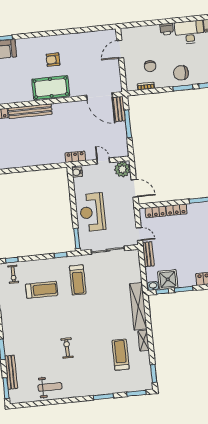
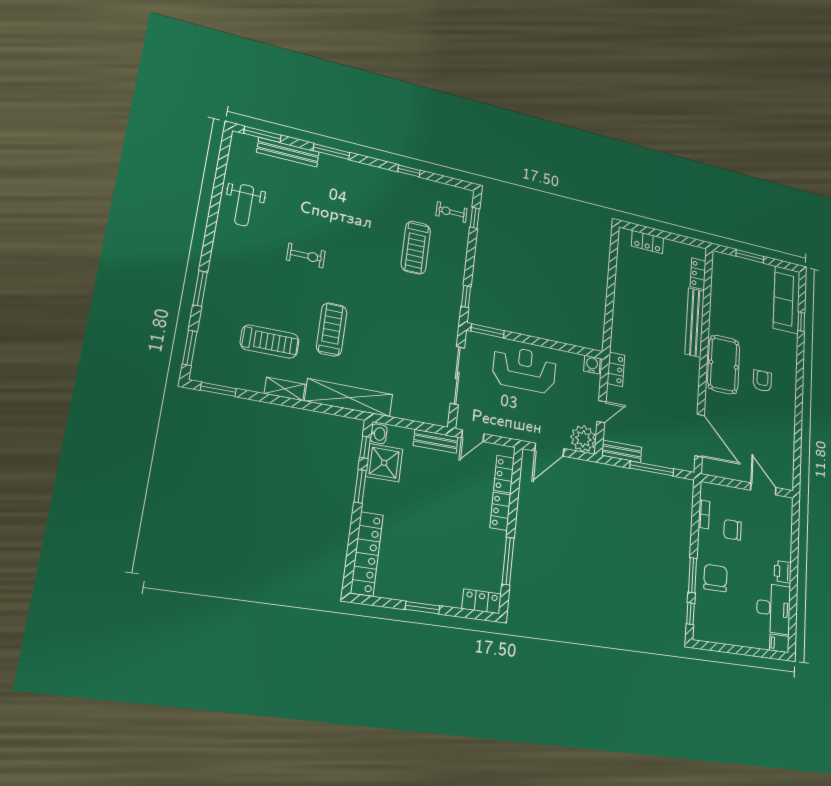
door: (100, 96) -> (700, 436), swing flipped
bench: (119, 109) -> (622, 451), moved
treadmill: (78, 280) -> (332, 329), moved, turned 90

